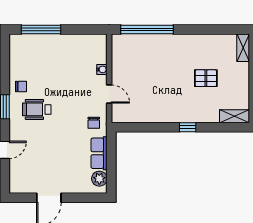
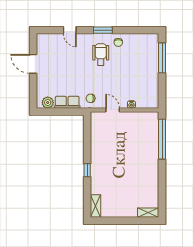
pallet: (206, 78) -> (125, 184), removed
door: (109, 94) -> (113, 110), swing flipped

